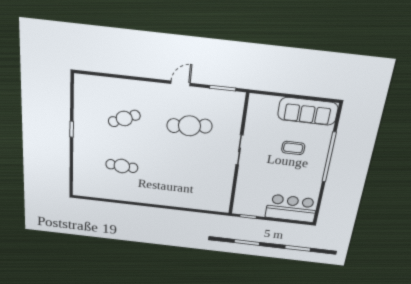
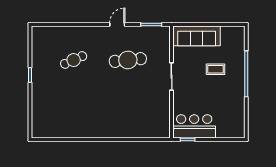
sofa: (308, 111) -> (197, 36), moved
cafe table: (122, 166) -> (74, 104), removed
bar counter: (291, 208) -> (194, 126), moved

